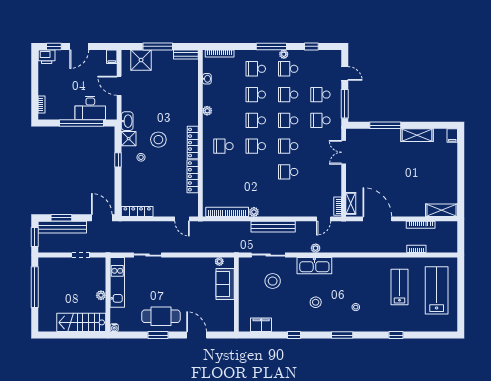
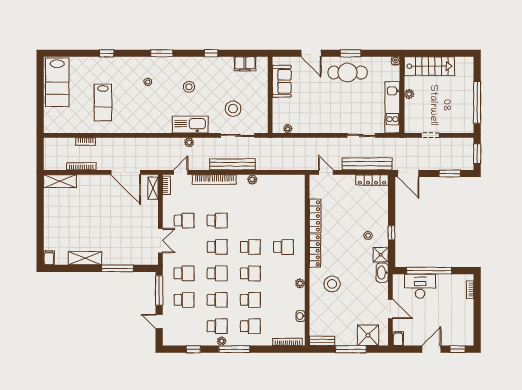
printer: (47, 57) -> (465, 339), removed
stool: (158, 140) -> (332, 284), moved
school desk: (320, 172) -> (184, 221), added
bookcase: (227, 212) -> (214, 180), moved
bench: (62, 227) -> (367, 164), moved
sofa: (225, 284) -> (282, 81), moved
lab bench: (437, 290) -> (57, 82), moved

